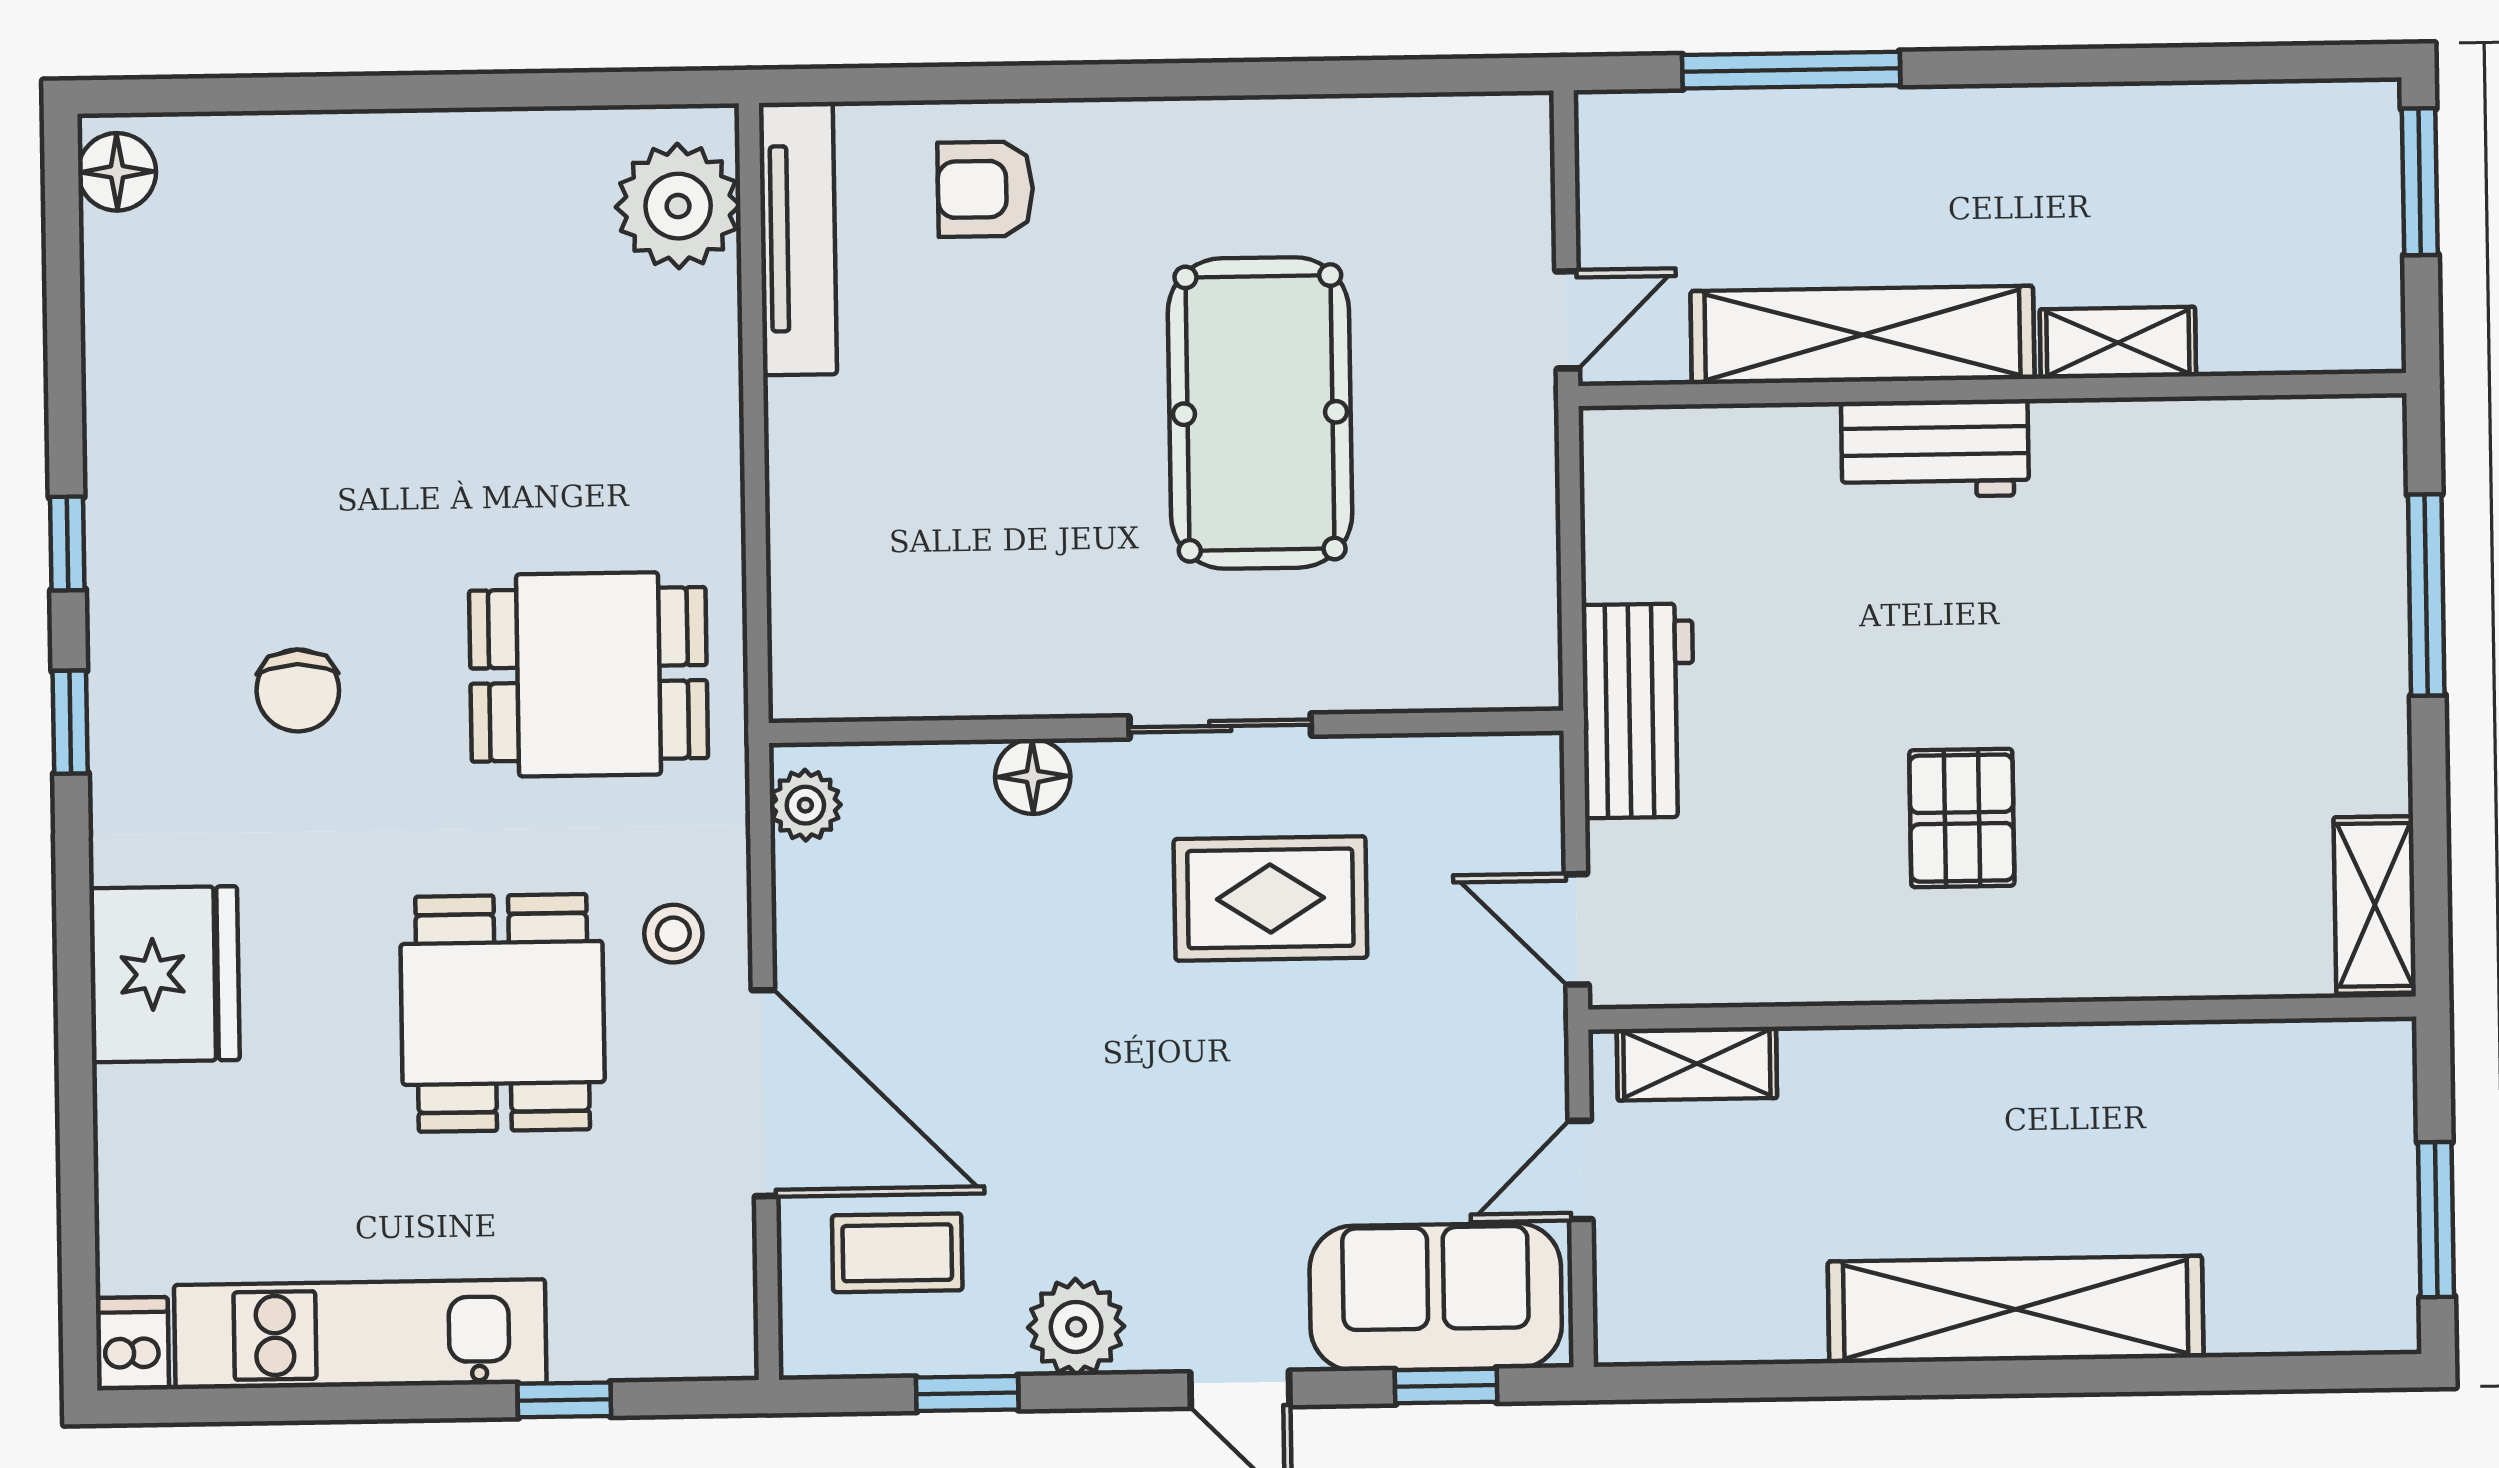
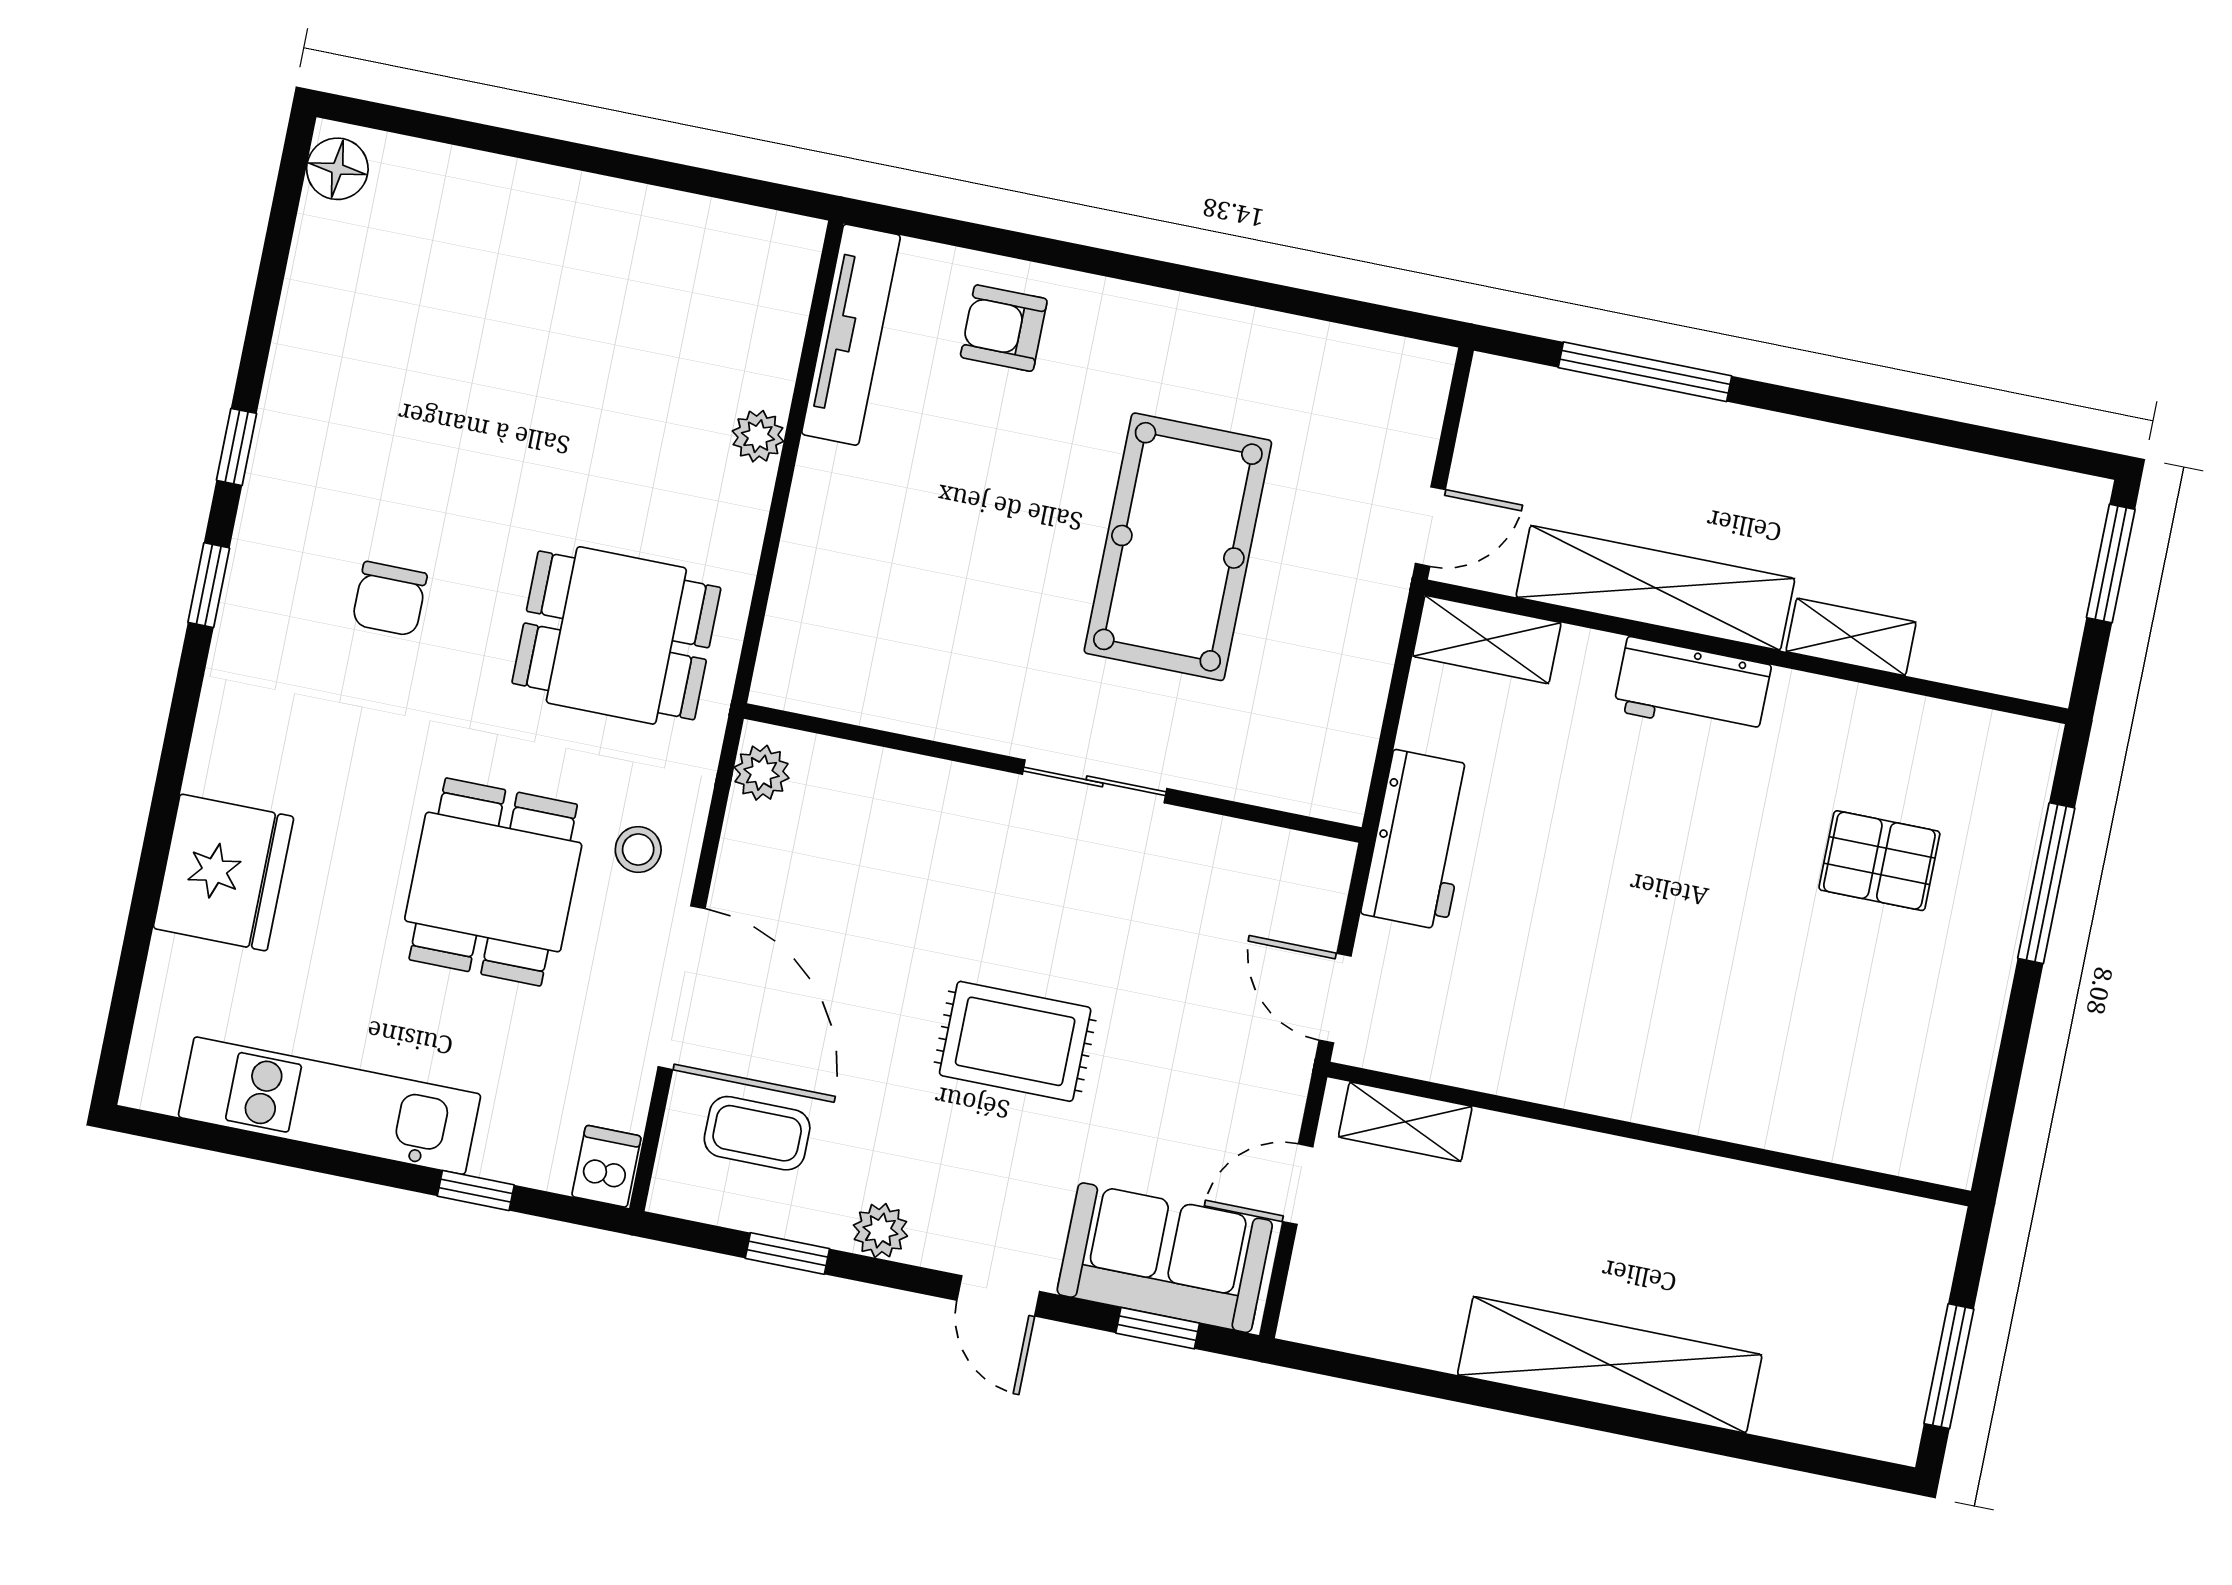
plant: (678, 206) -> (758, 436), moved, width x0.53, depth x0.53
floor lamp: (1033, 777) -> (942, 789), removed
pallet: (1962, 818) -> (1879, 861), moved, turned 90
rug: (1270, 898) -> (1015, 1041), moved
shelving: (2375, 905) -> (1487, 640), moved, turned 90
fridge: (164, 974) -> (224, 873), moved
plant: (1076, 1327) -> (880, 1231), width x0.73, depth x0.73
dishwasher: (132, 1344) -> (606, 1166), moved

